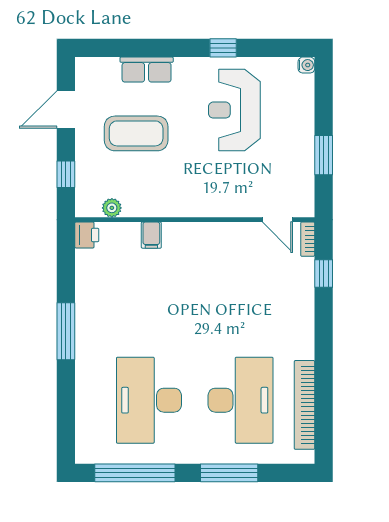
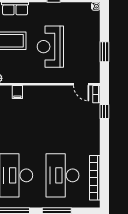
reception desk: (234, 110) -> (50, 47), moved
desk: (241, 400) -> (62, 175), turned 180

